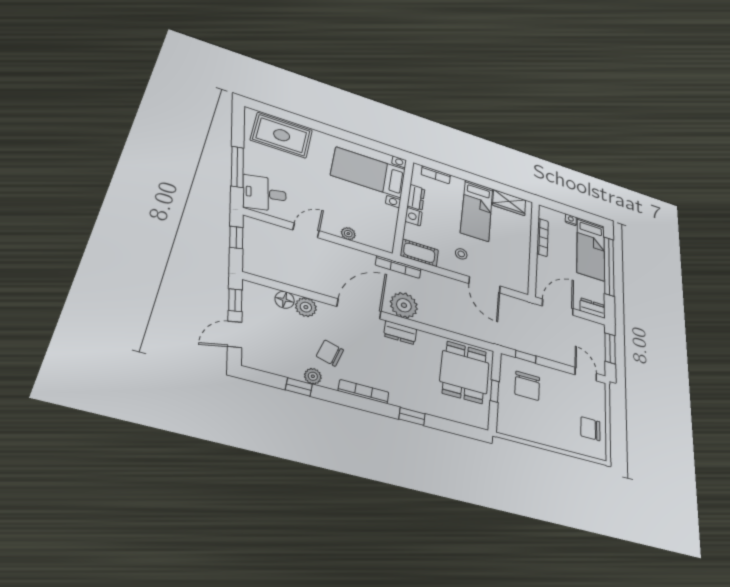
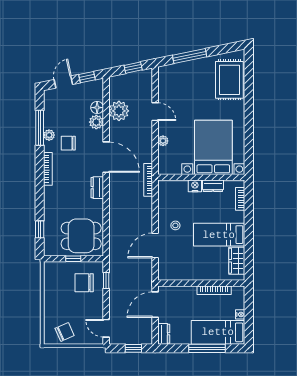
bed with nightstands: (368, 172) -> (213, 147), width x1.36
desk: (265, 193) -> (175, 78), removed
cot: (419, 253) -> (165, 194), removed
window: (609, 266) -> (207, 348), width x0.68
plant: (404, 305) -> (119, 111), moved
door: (558, 307) -> (155, 305), swing flipped
door: (235, 334) -> (63, 82), hinge flipped
window: (610, 348) -> (133, 348), width x0.67
chair: (330, 353) -> (68, 143), turned -105
door: (586, 374) -> (106, 328), swing flipped
window: (299, 387) -> (40, 128), width x2.17
window: (412, 416) -> (40, 229), moved
chair: (590, 429) -> (65, 332), turned 66

